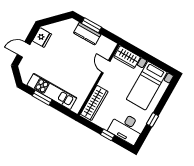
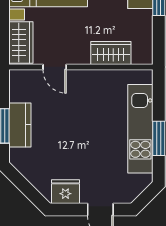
door: (106, 67) -> (55, 67), hinge flipped
wardrobe: (94, 103) -> (111, 53), width x0.67

